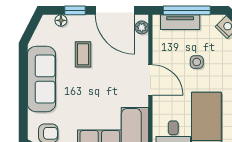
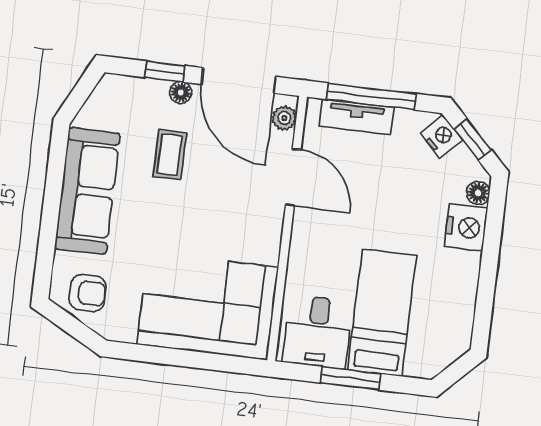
floor lamp: (61, 20) -> (181, 92), moved
side table: (197, 62) -> (378, 194), removed
door: (150, 80) -> (293, 177), moved

